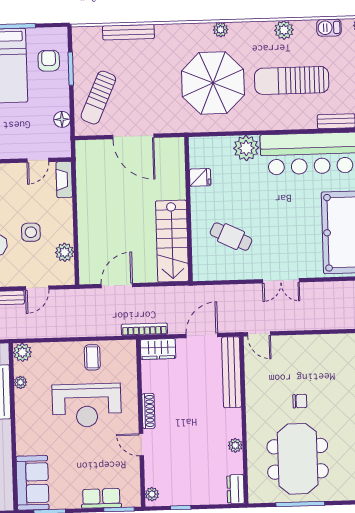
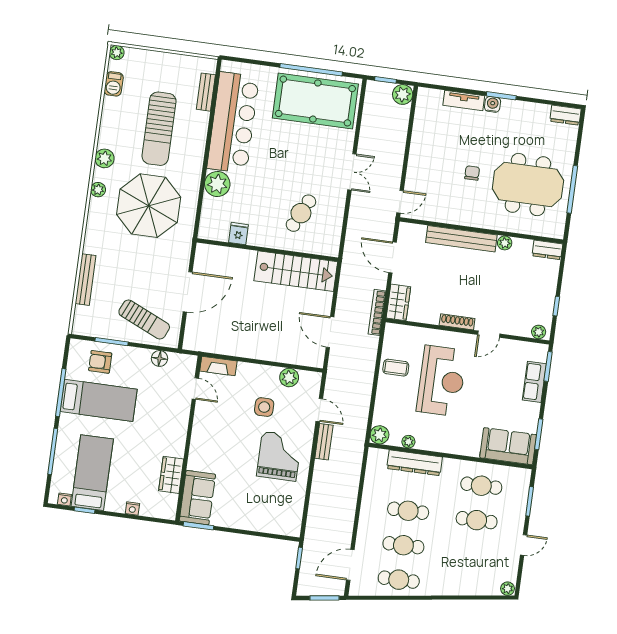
plant: (284, 30) -> (104, 158), moved
bench: (231, 372) -> (461, 239), moved

